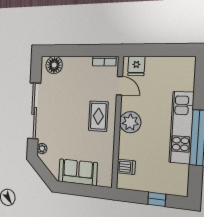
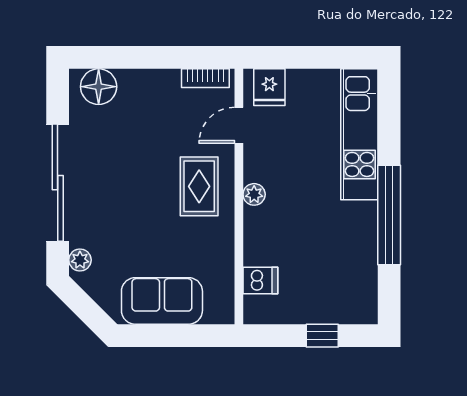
door: (120, 86) -> (239, 125), swing flipped
plant: (130, 122) -> (254, 194), width x0.53, depth x0.53
kitchen unit: (181, 128) -> (359, 134), moved

